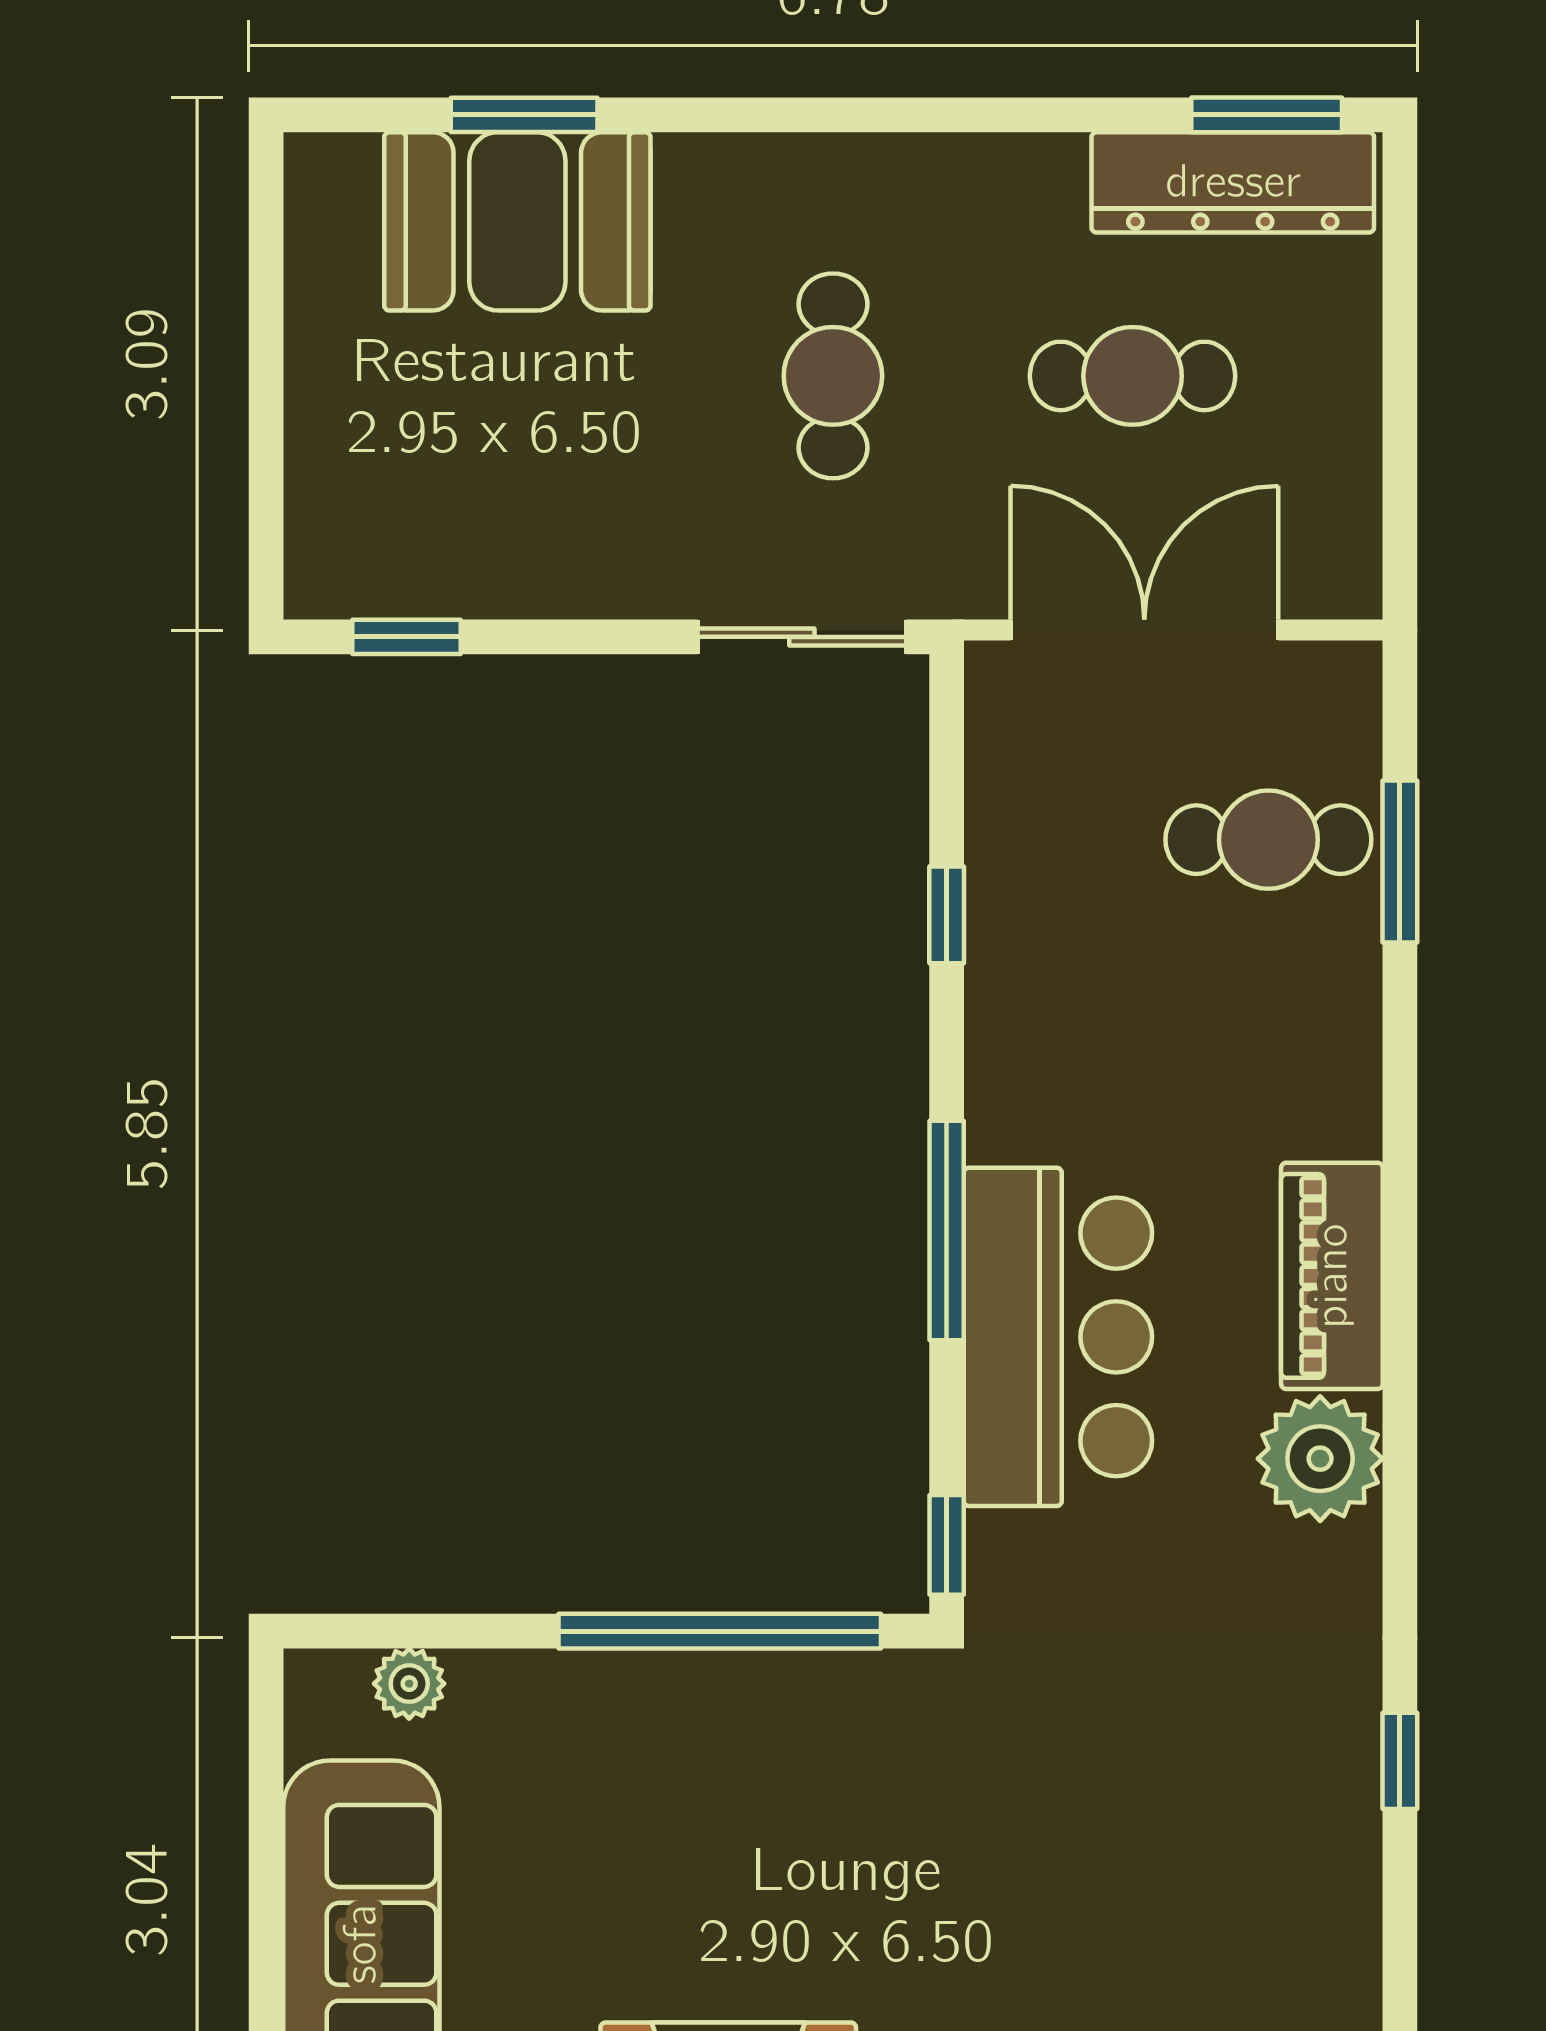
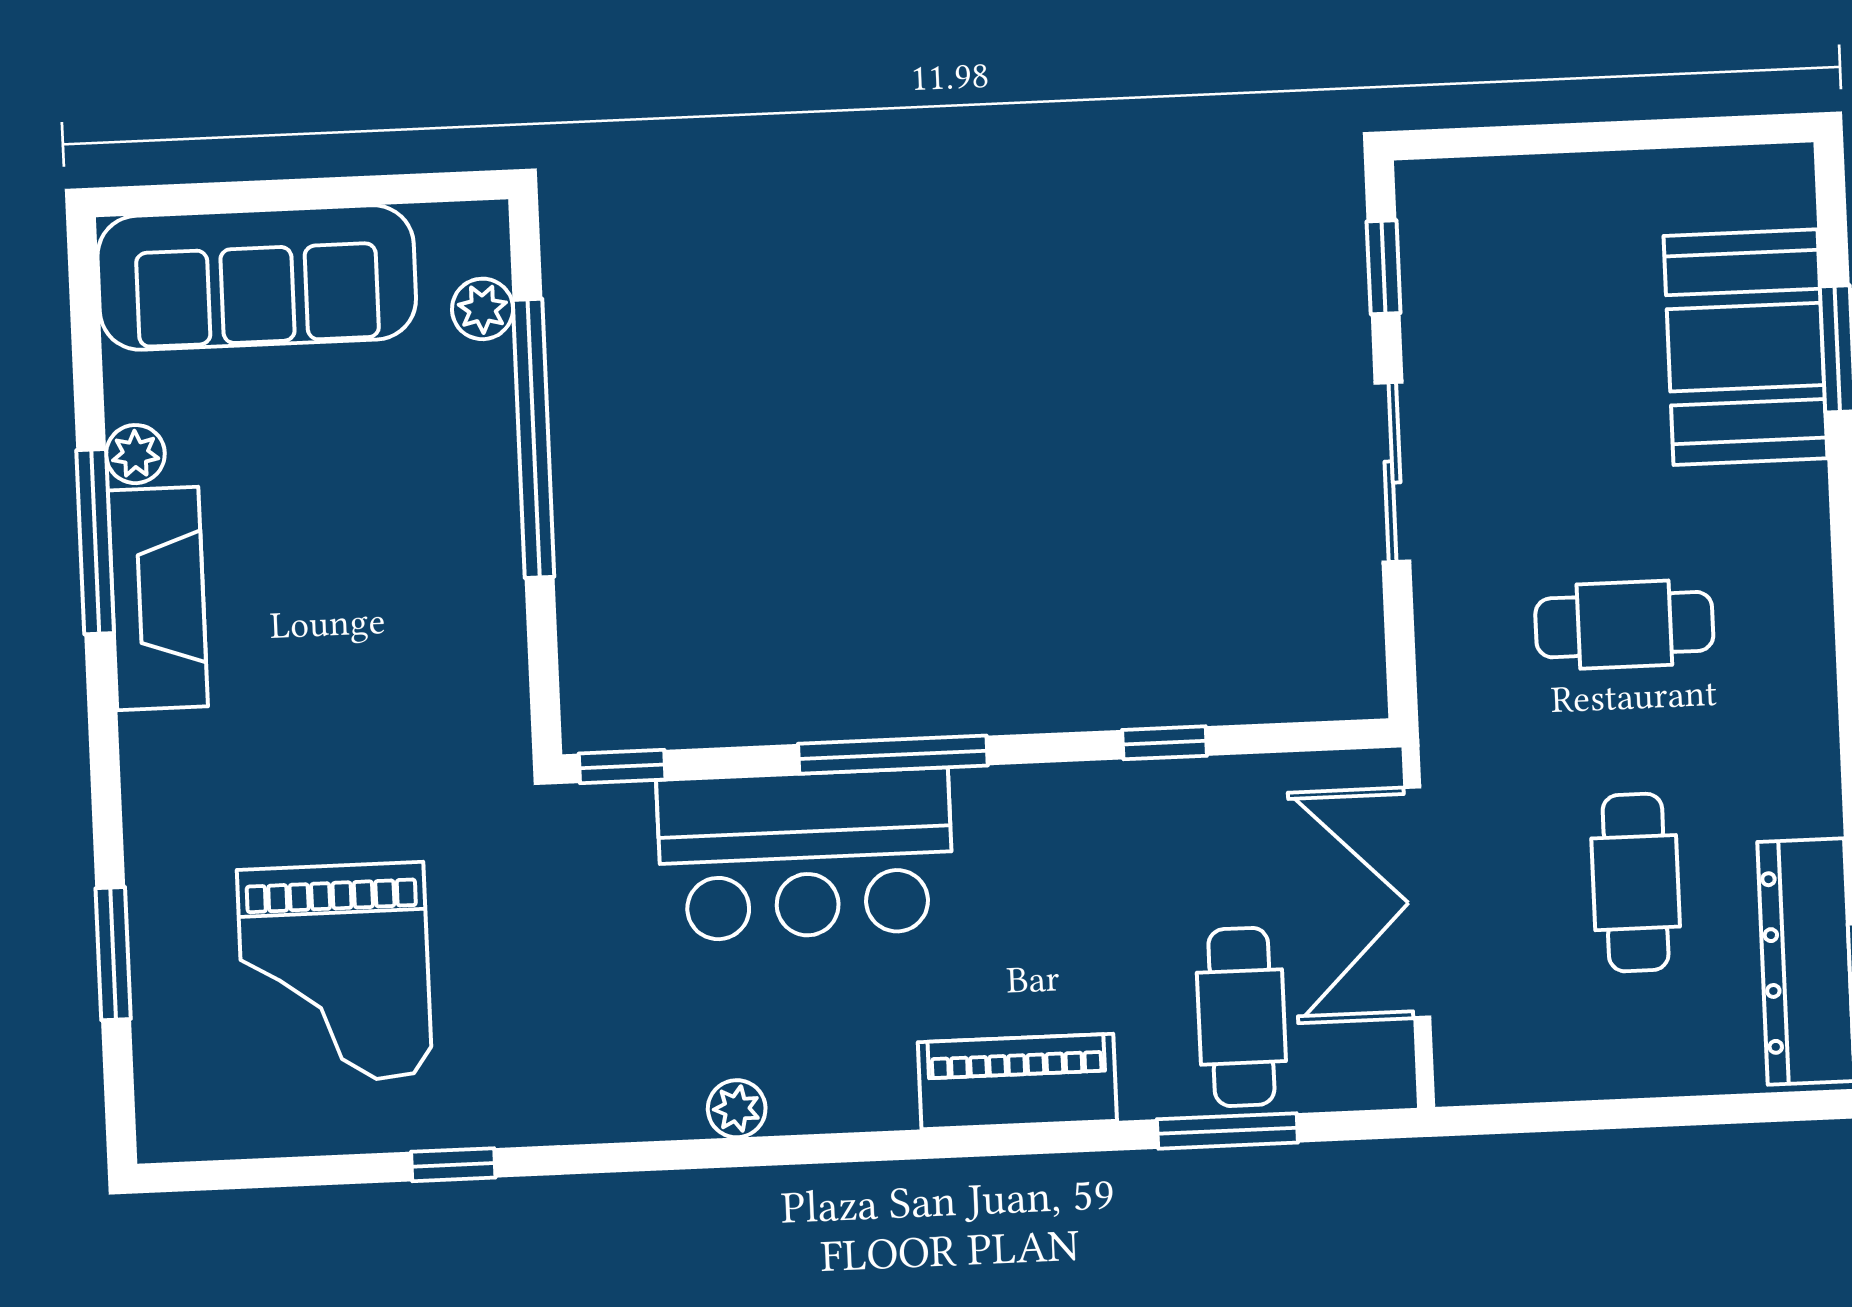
double door: (1144, 630) -> (1417, 902), swing flipped
sliding door: (802, 637) -> (1392, 472), moved
piano: (1332, 1276) -> (1017, 1082), moved
plant: (1320, 1459) -> (737, 1109), width x0.53, depth x0.53
window: (720, 1631) -> (533, 438), moved
grand piano: (1172, 1889) -> (335, 973), added

